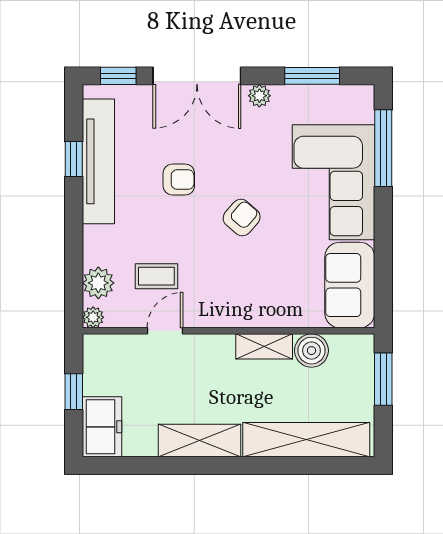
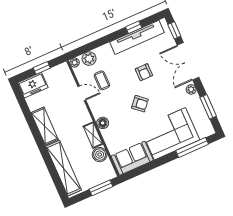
floor lamp: (247, 314) -> (103, 123), added

